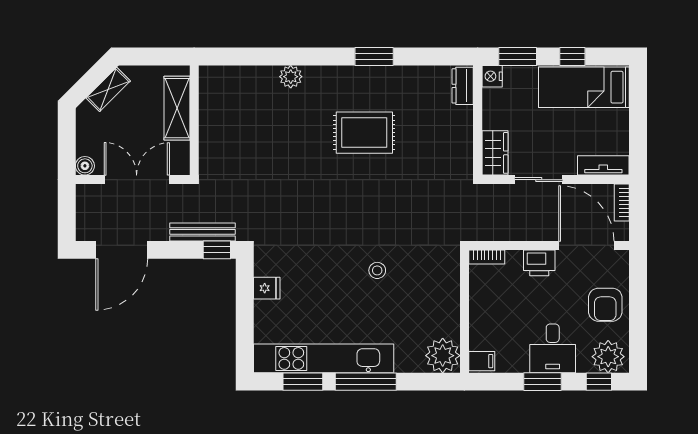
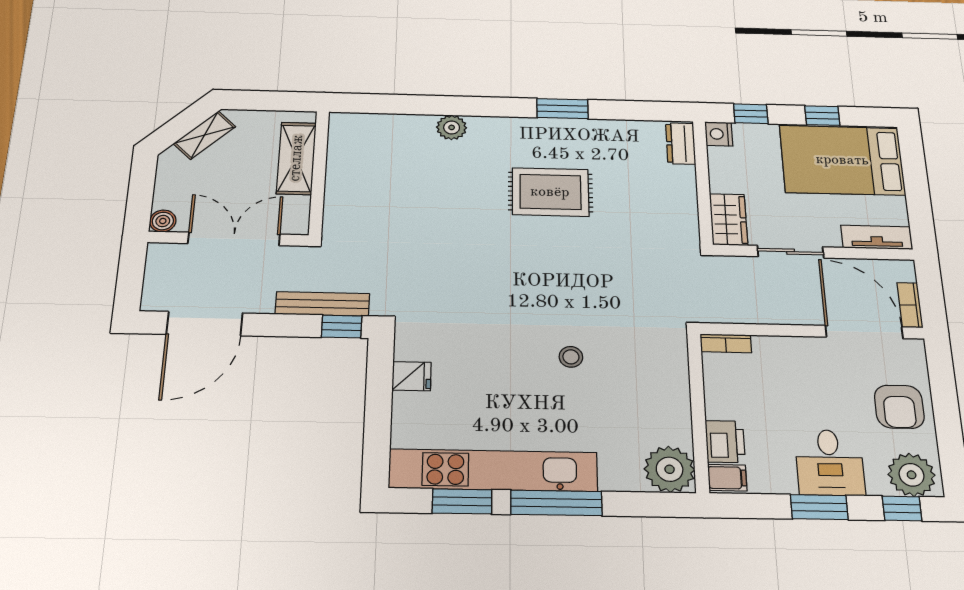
window: (518, 57) -> (751, 114), width x0.67
bed: (584, 87) -> (842, 160), width x1.50
bookcase: (622, 203) -> (910, 305), moved
printer: (539, 263) -> (725, 442), moved, turned -90

